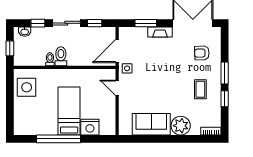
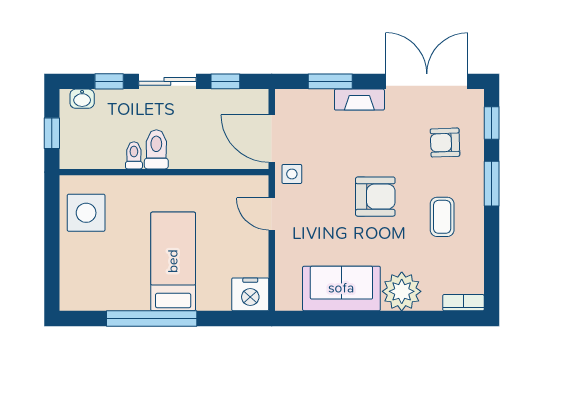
door: (117, 51) -> (272, 139), hinge flipped
armchair: (168, 79) -> (375, 197), added
window: (225, 99) -> (492, 123), moved
nightstand: (90, 127) -> (250, 294), moved

